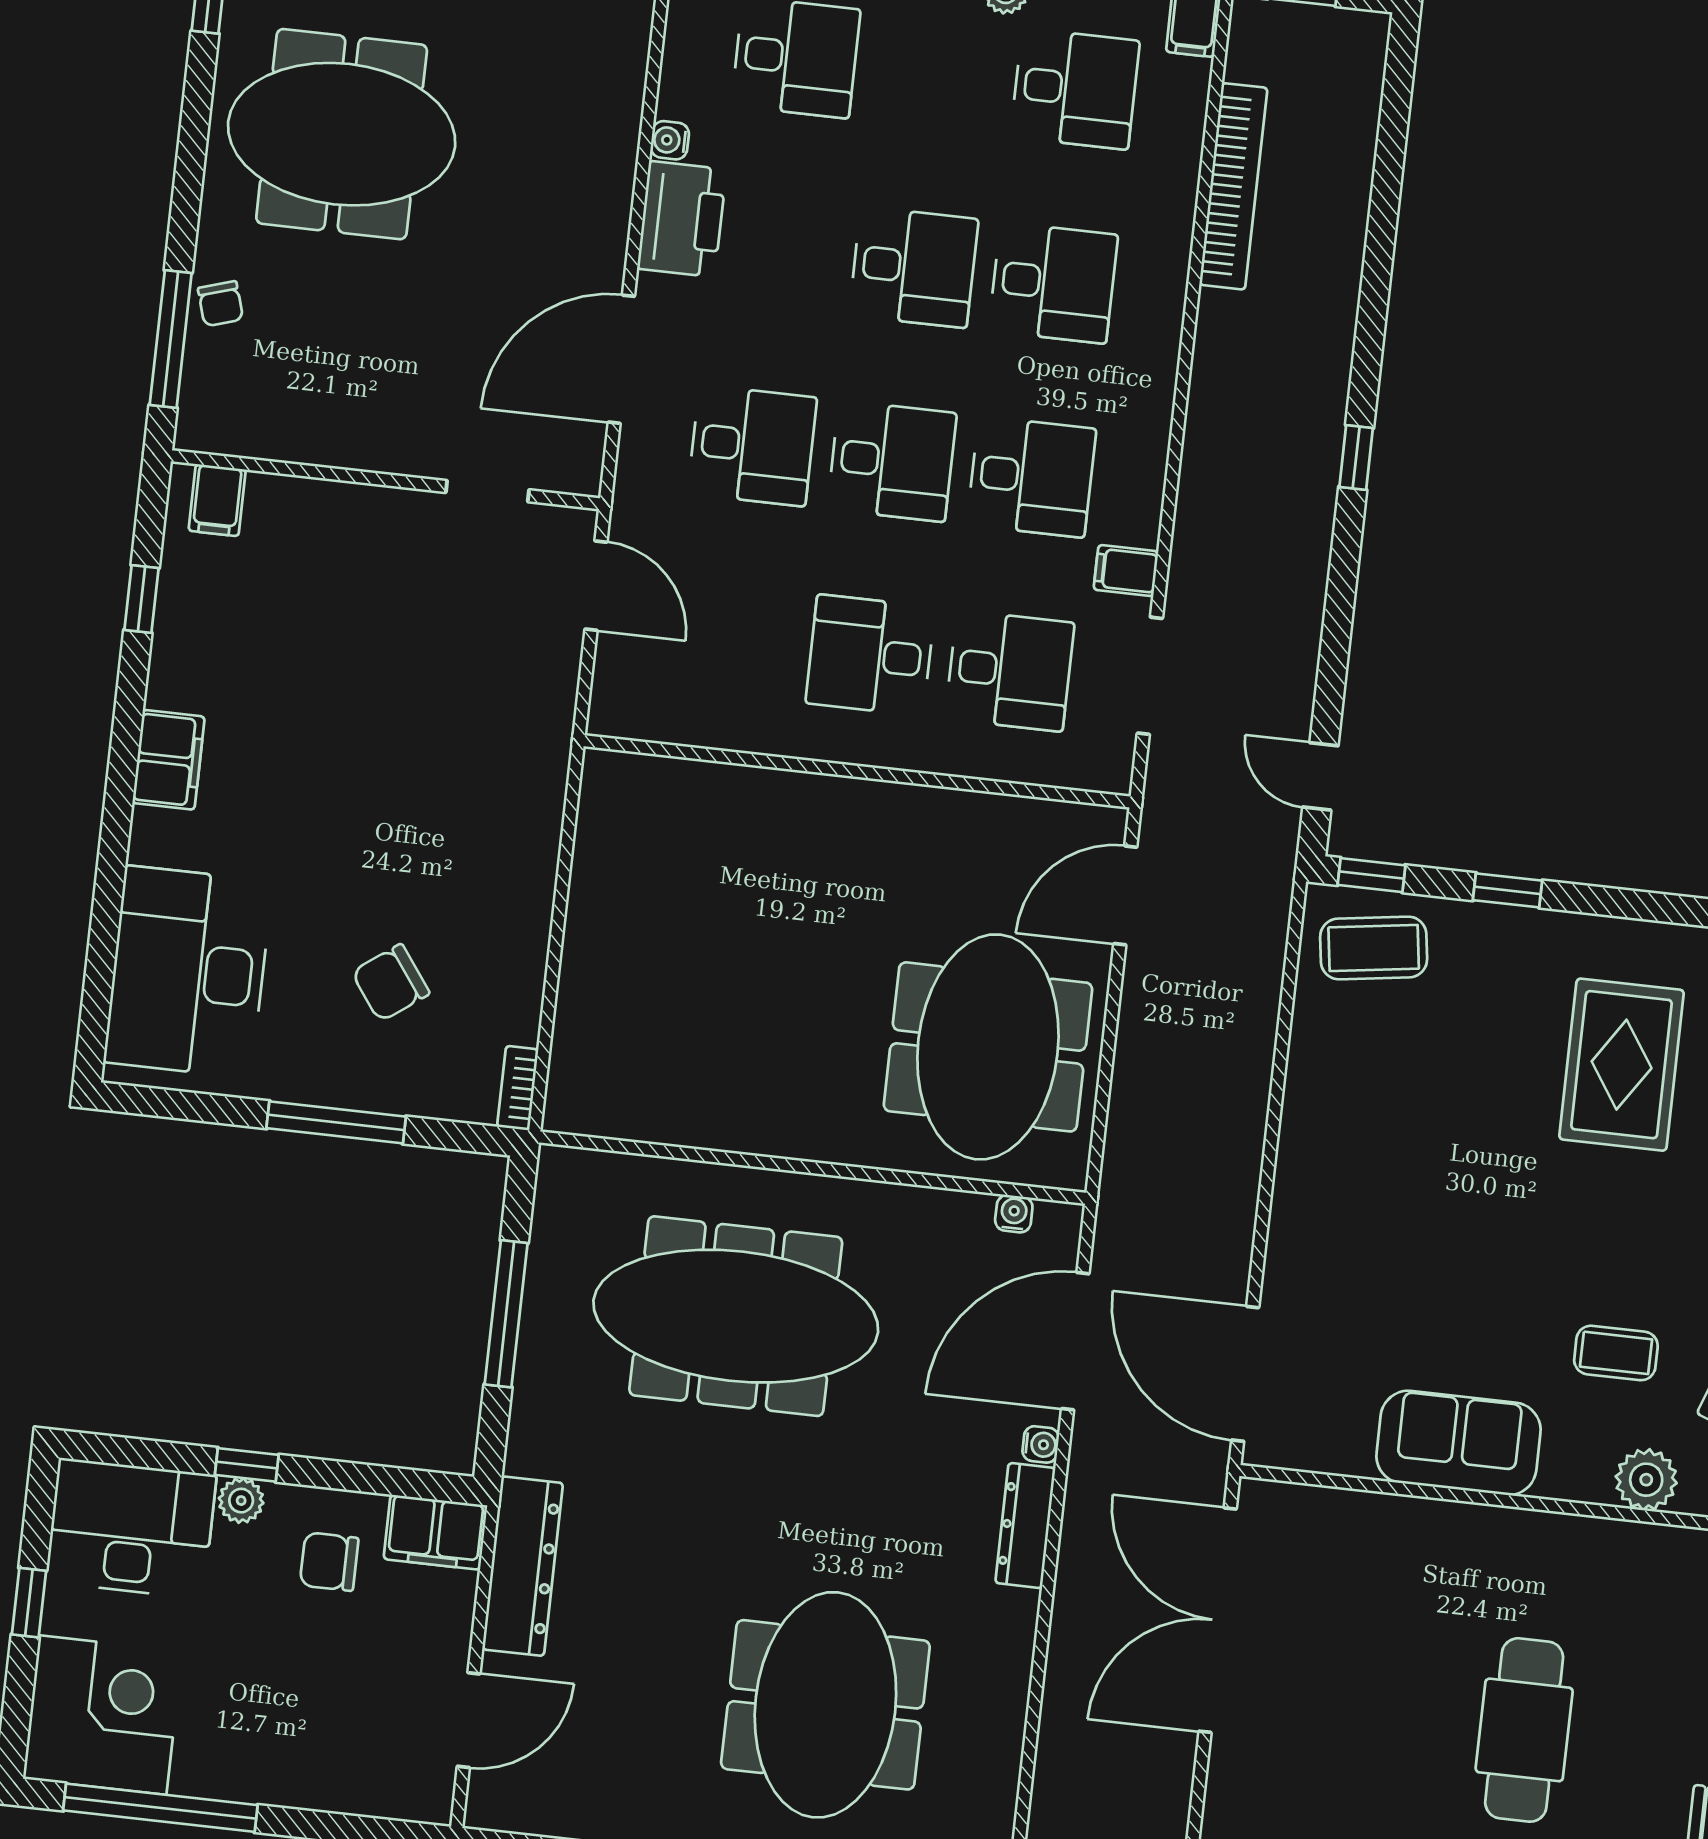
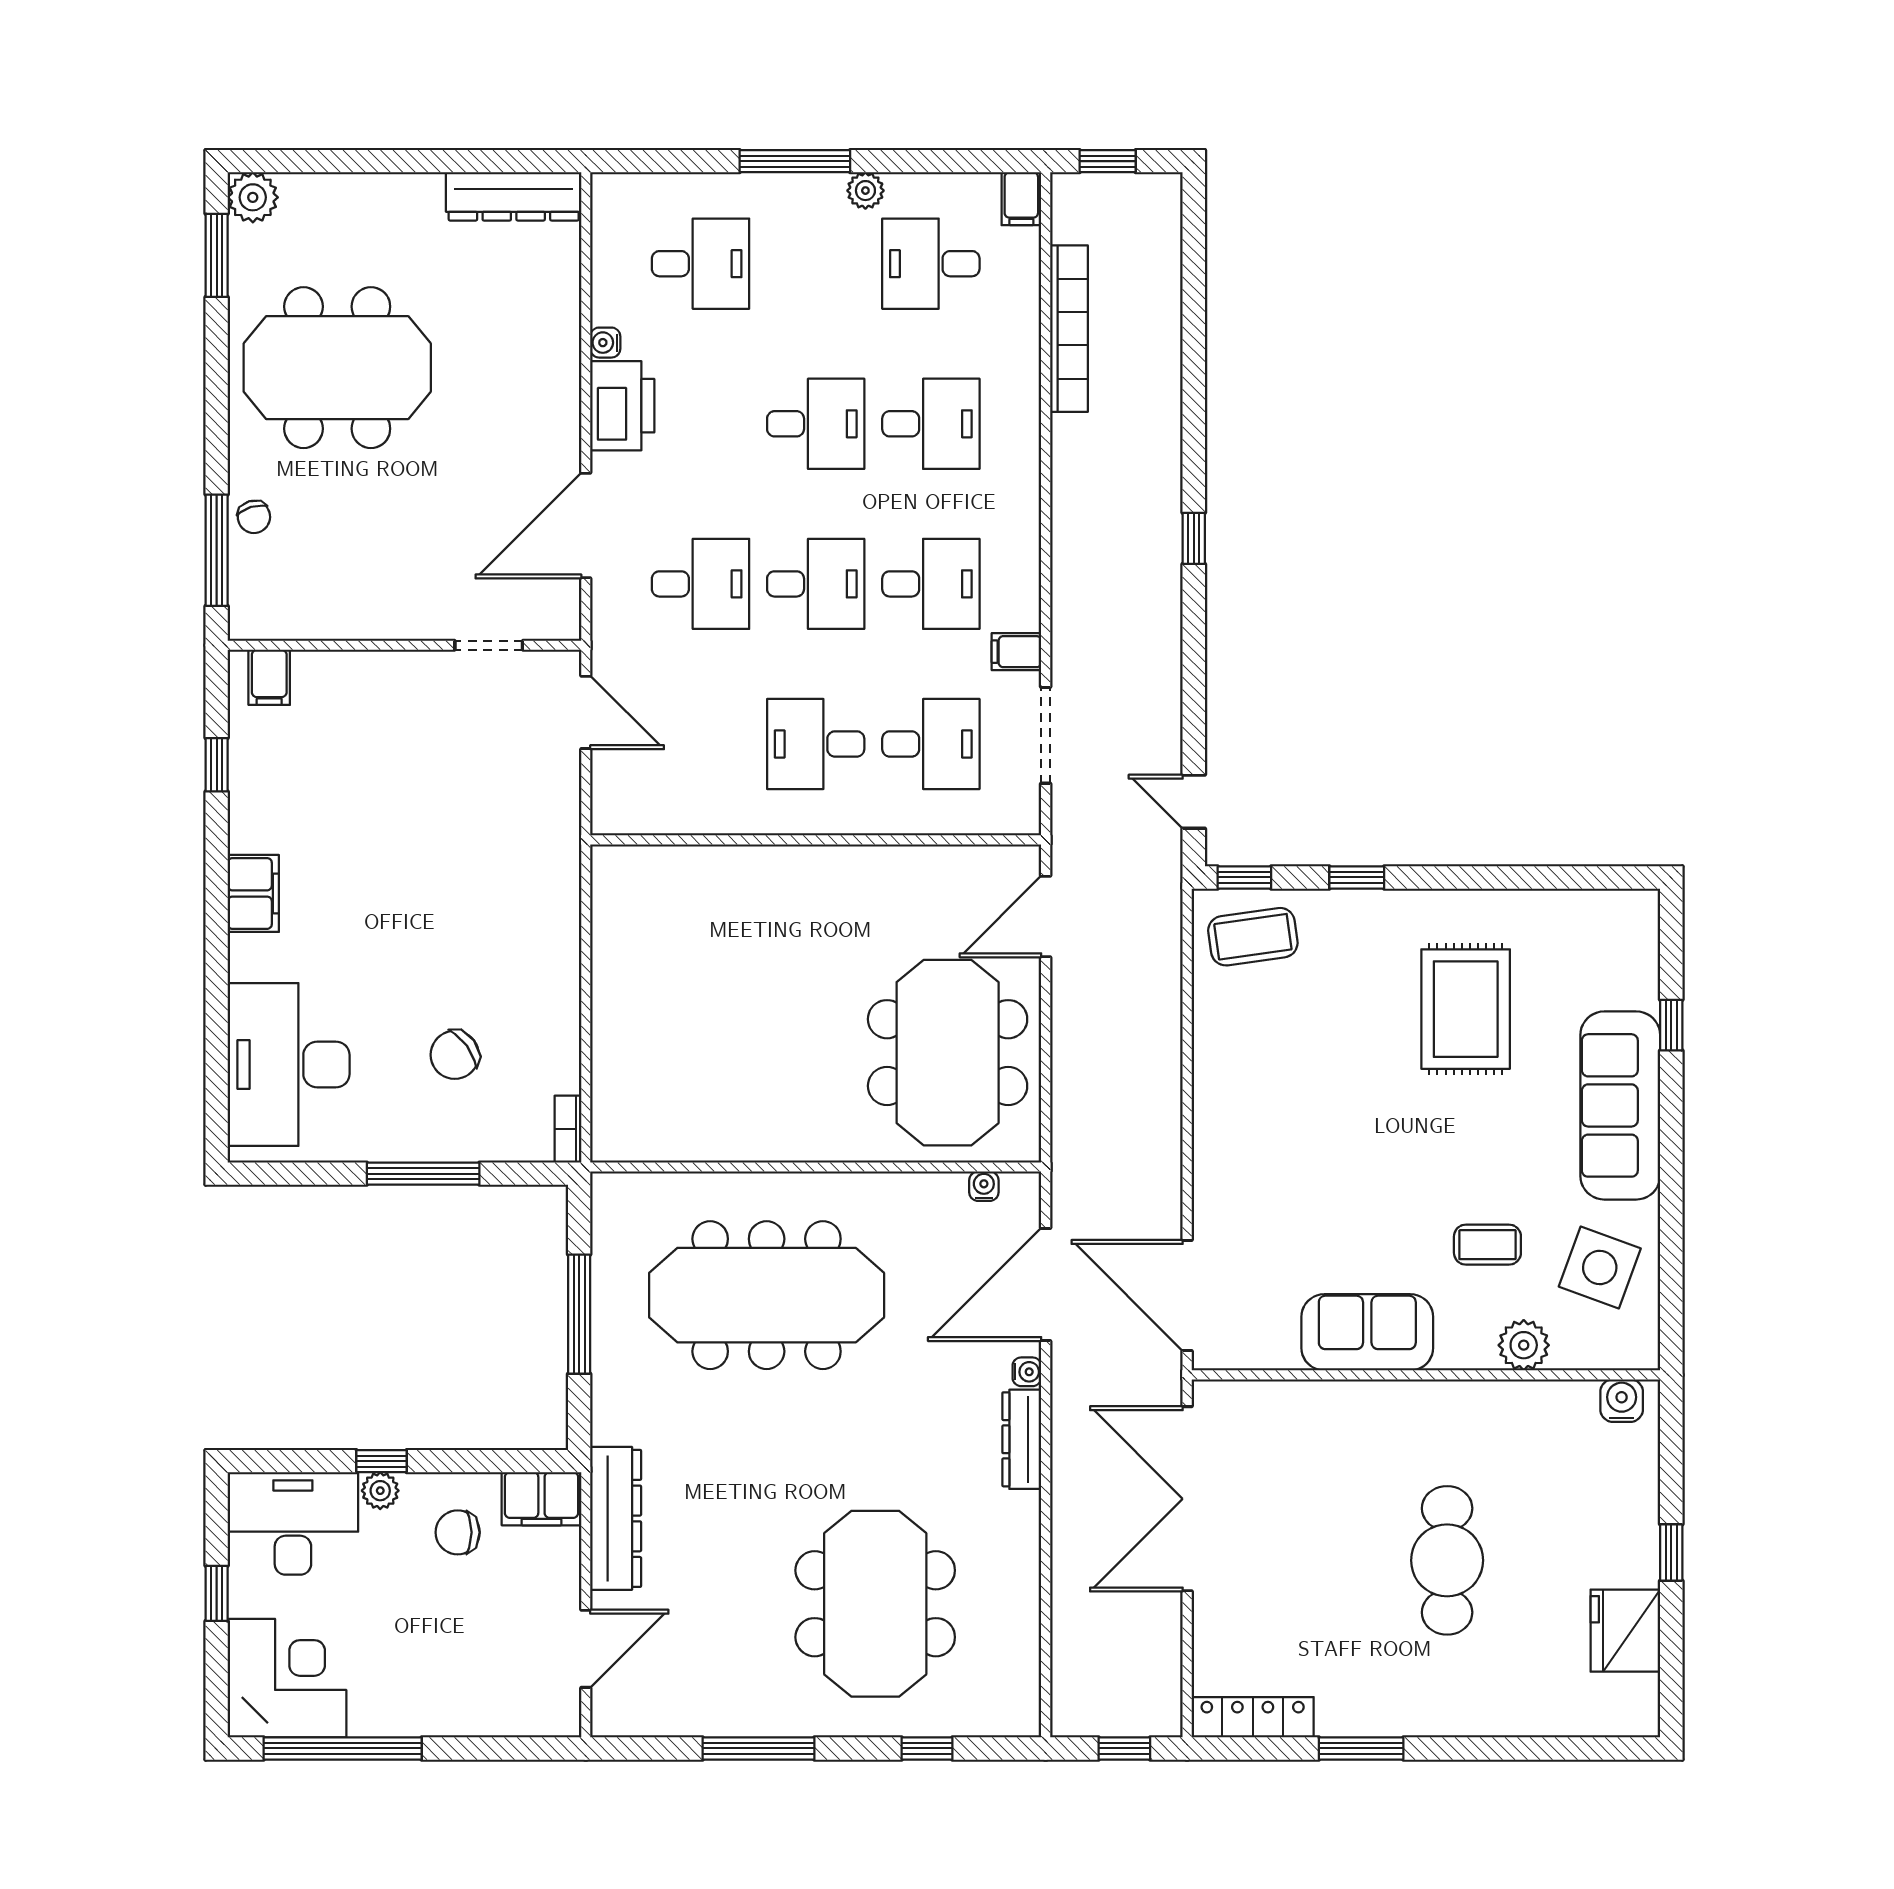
desk: (1075, 89) -> (931, 264), turned 180

